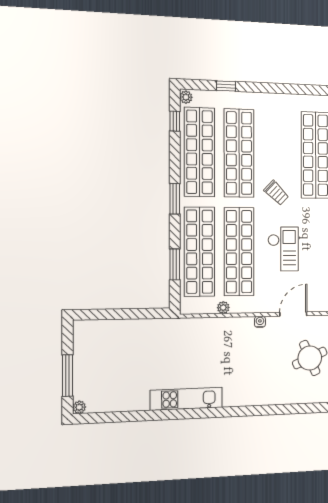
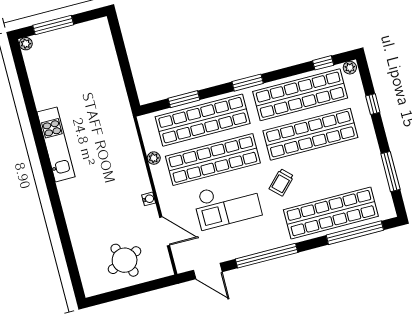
window: (292, 89) -> (390, 172), added
checkout: (283, 249) -> (227, 204), width x1.36, depth x1.21

